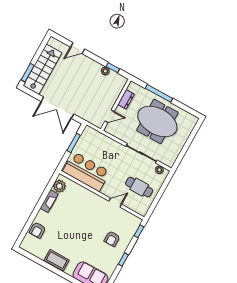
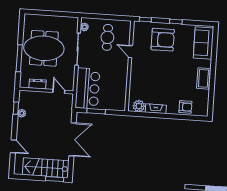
meeting table: (157, 121) -> (44, 48), turned 90
bar counter: (86, 172) -> (88, 88), moved, turned 180
armchair: (112, 239) -> (163, 40), width x1.88, depth x1.88

